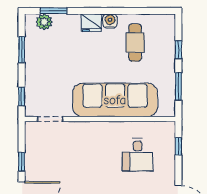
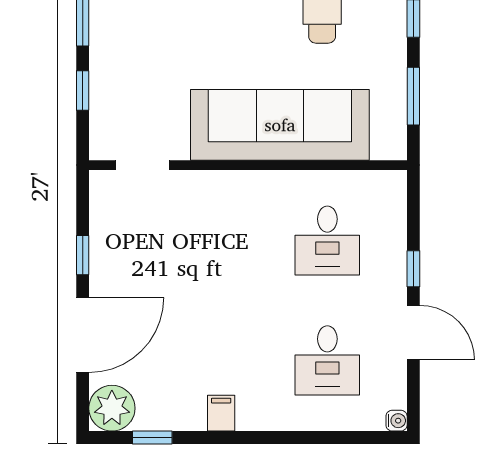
window: (22, 97) -> (83, 91), moved
window: (178, 147) -> (413, 269), moved

